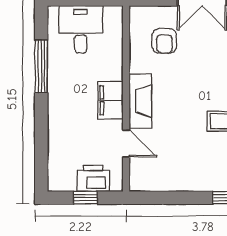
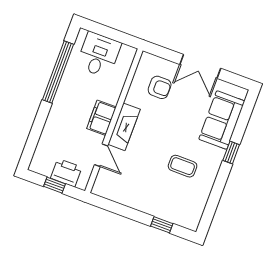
armchair: (164, 41) -> (160, 87), turned -90
window: (41, 66) -> (58, 72), width x1.46

